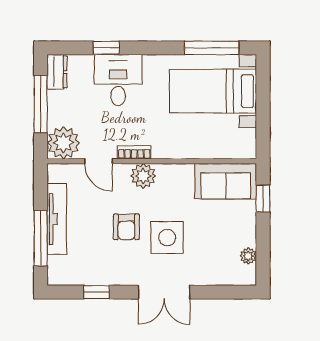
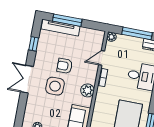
plant: (63, 143) -> (111, 37), width x0.53, depth x0.53
plant: (143, 176) -> (87, 90), moved
tv unit: (57, 219) -> (61, 28), moved

